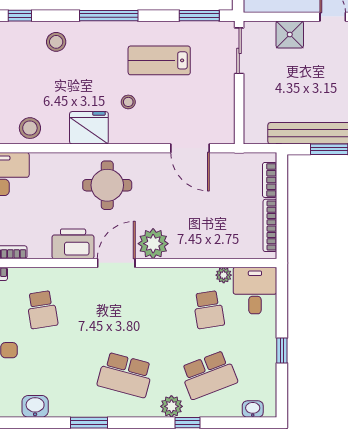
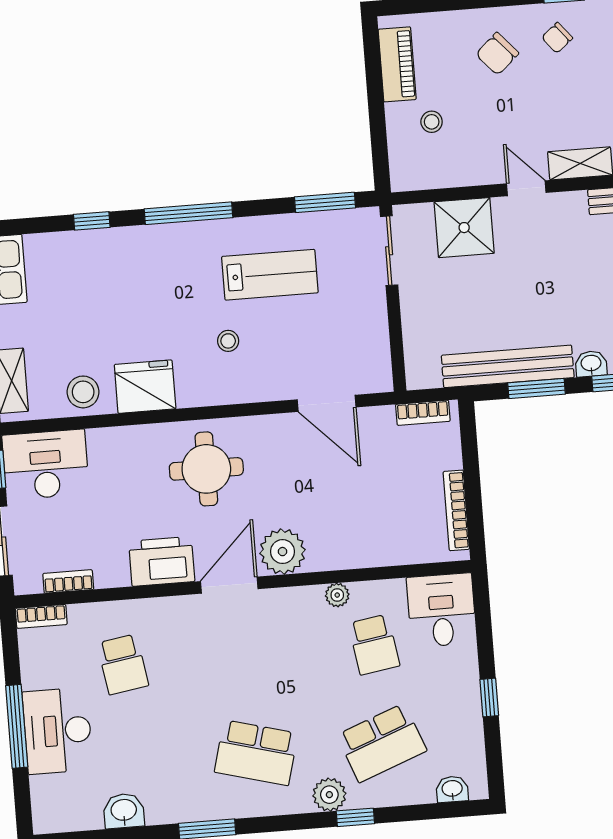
window: (20, 16) -> (92, 221), moved
shower: (290, 34) -> (464, 228), width x1.36, depth x1.36
stool: (56, 42) -> (112, 259), removed
lab bench: (159, 60) -> (270, 275), turned 180
fridge: (89, 128) -> (145, 387), moved
bookcase: (270, 180) -> (423, 413), moved, turned -90
plant: (224, 275) -> (337, 595), moved

